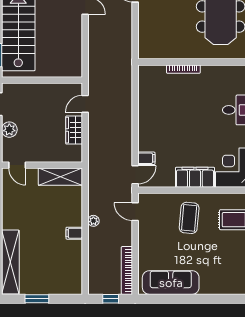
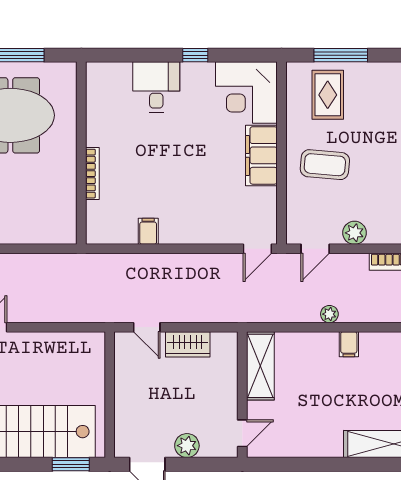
filing cabinet: (146, 158) -> (148, 231), moved
door: (135, 175) -> (257, 249), swing flipped
plant: (145, 237) -> (354, 233), added

